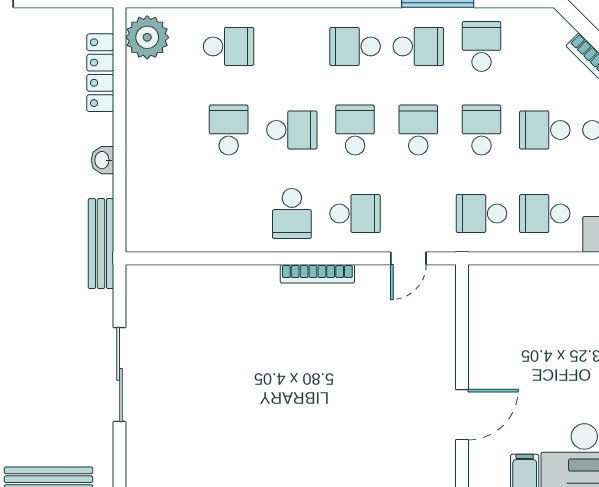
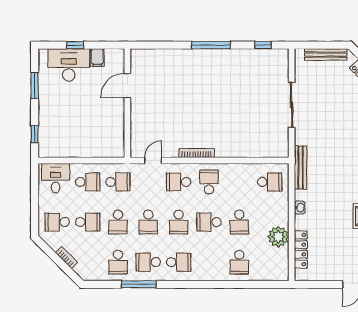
plant: (147, 37) -> (278, 237), moved
school desk: (229, 46) -> (239, 262), turned -90
school desk: (165, 214) -> (270, 182), added

